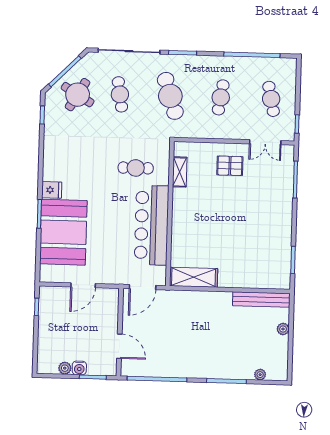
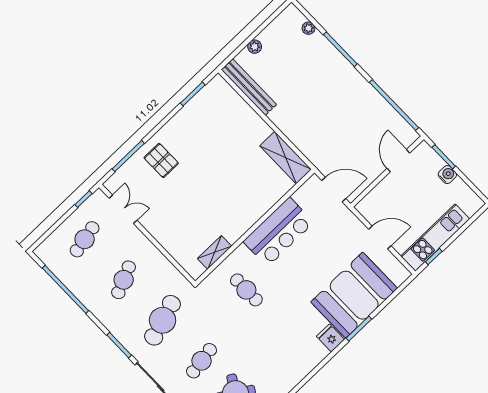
cafe table: (221, 97) -> (124, 280), turned -33
pallet: (230, 166) -> (161, 161), moved
bar counter: (152, 225) -> (278, 232), width x0.73
kitchen unit: (48, 320) -> (435, 238), added
plant: (65, 368) -> (459, 186), removed

